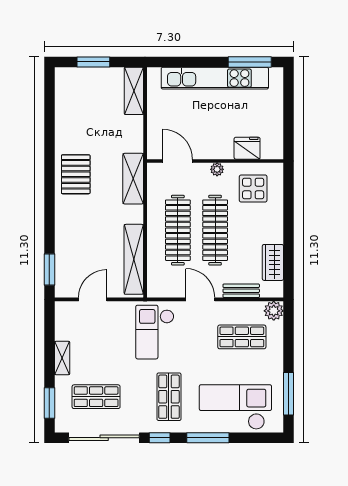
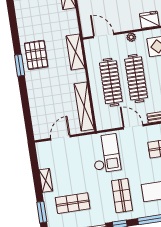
window: (49, 269) -> (20, 65), moved
checkout: (155, 332) -> (106, 153), turned 180

